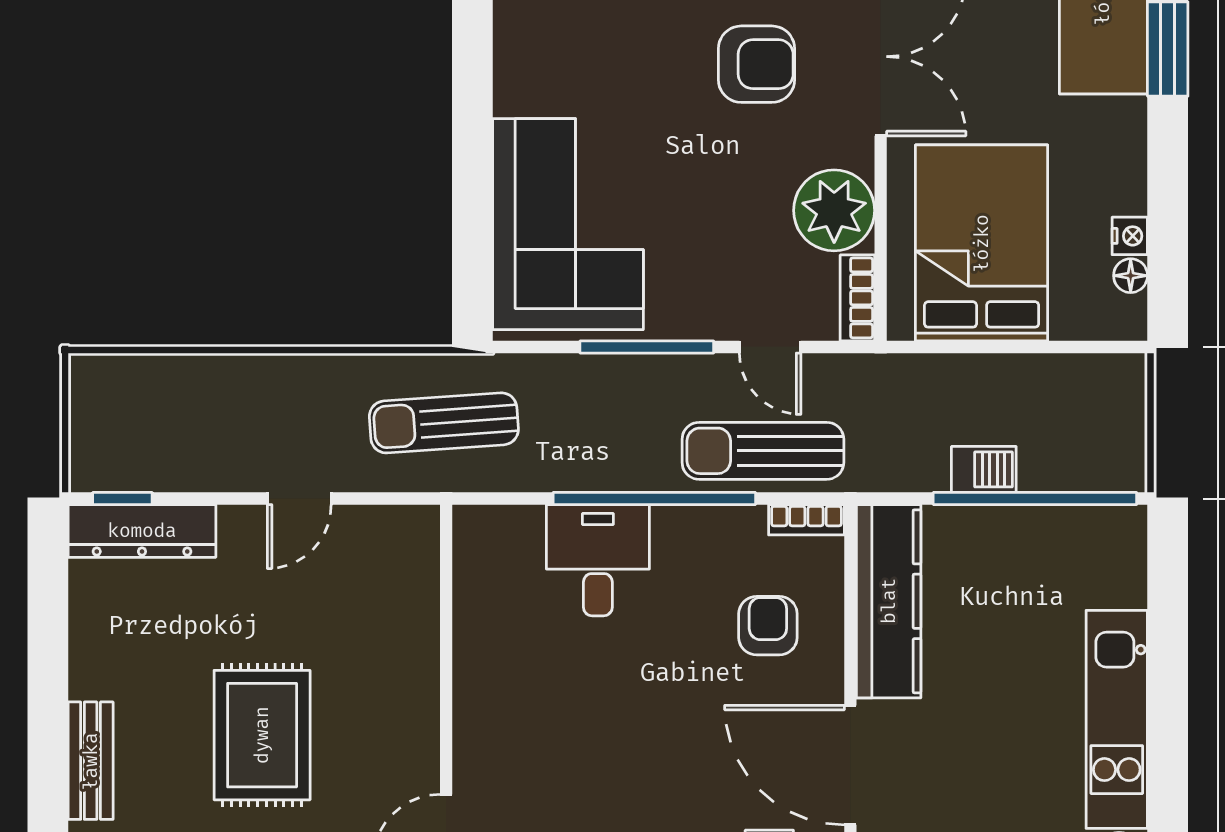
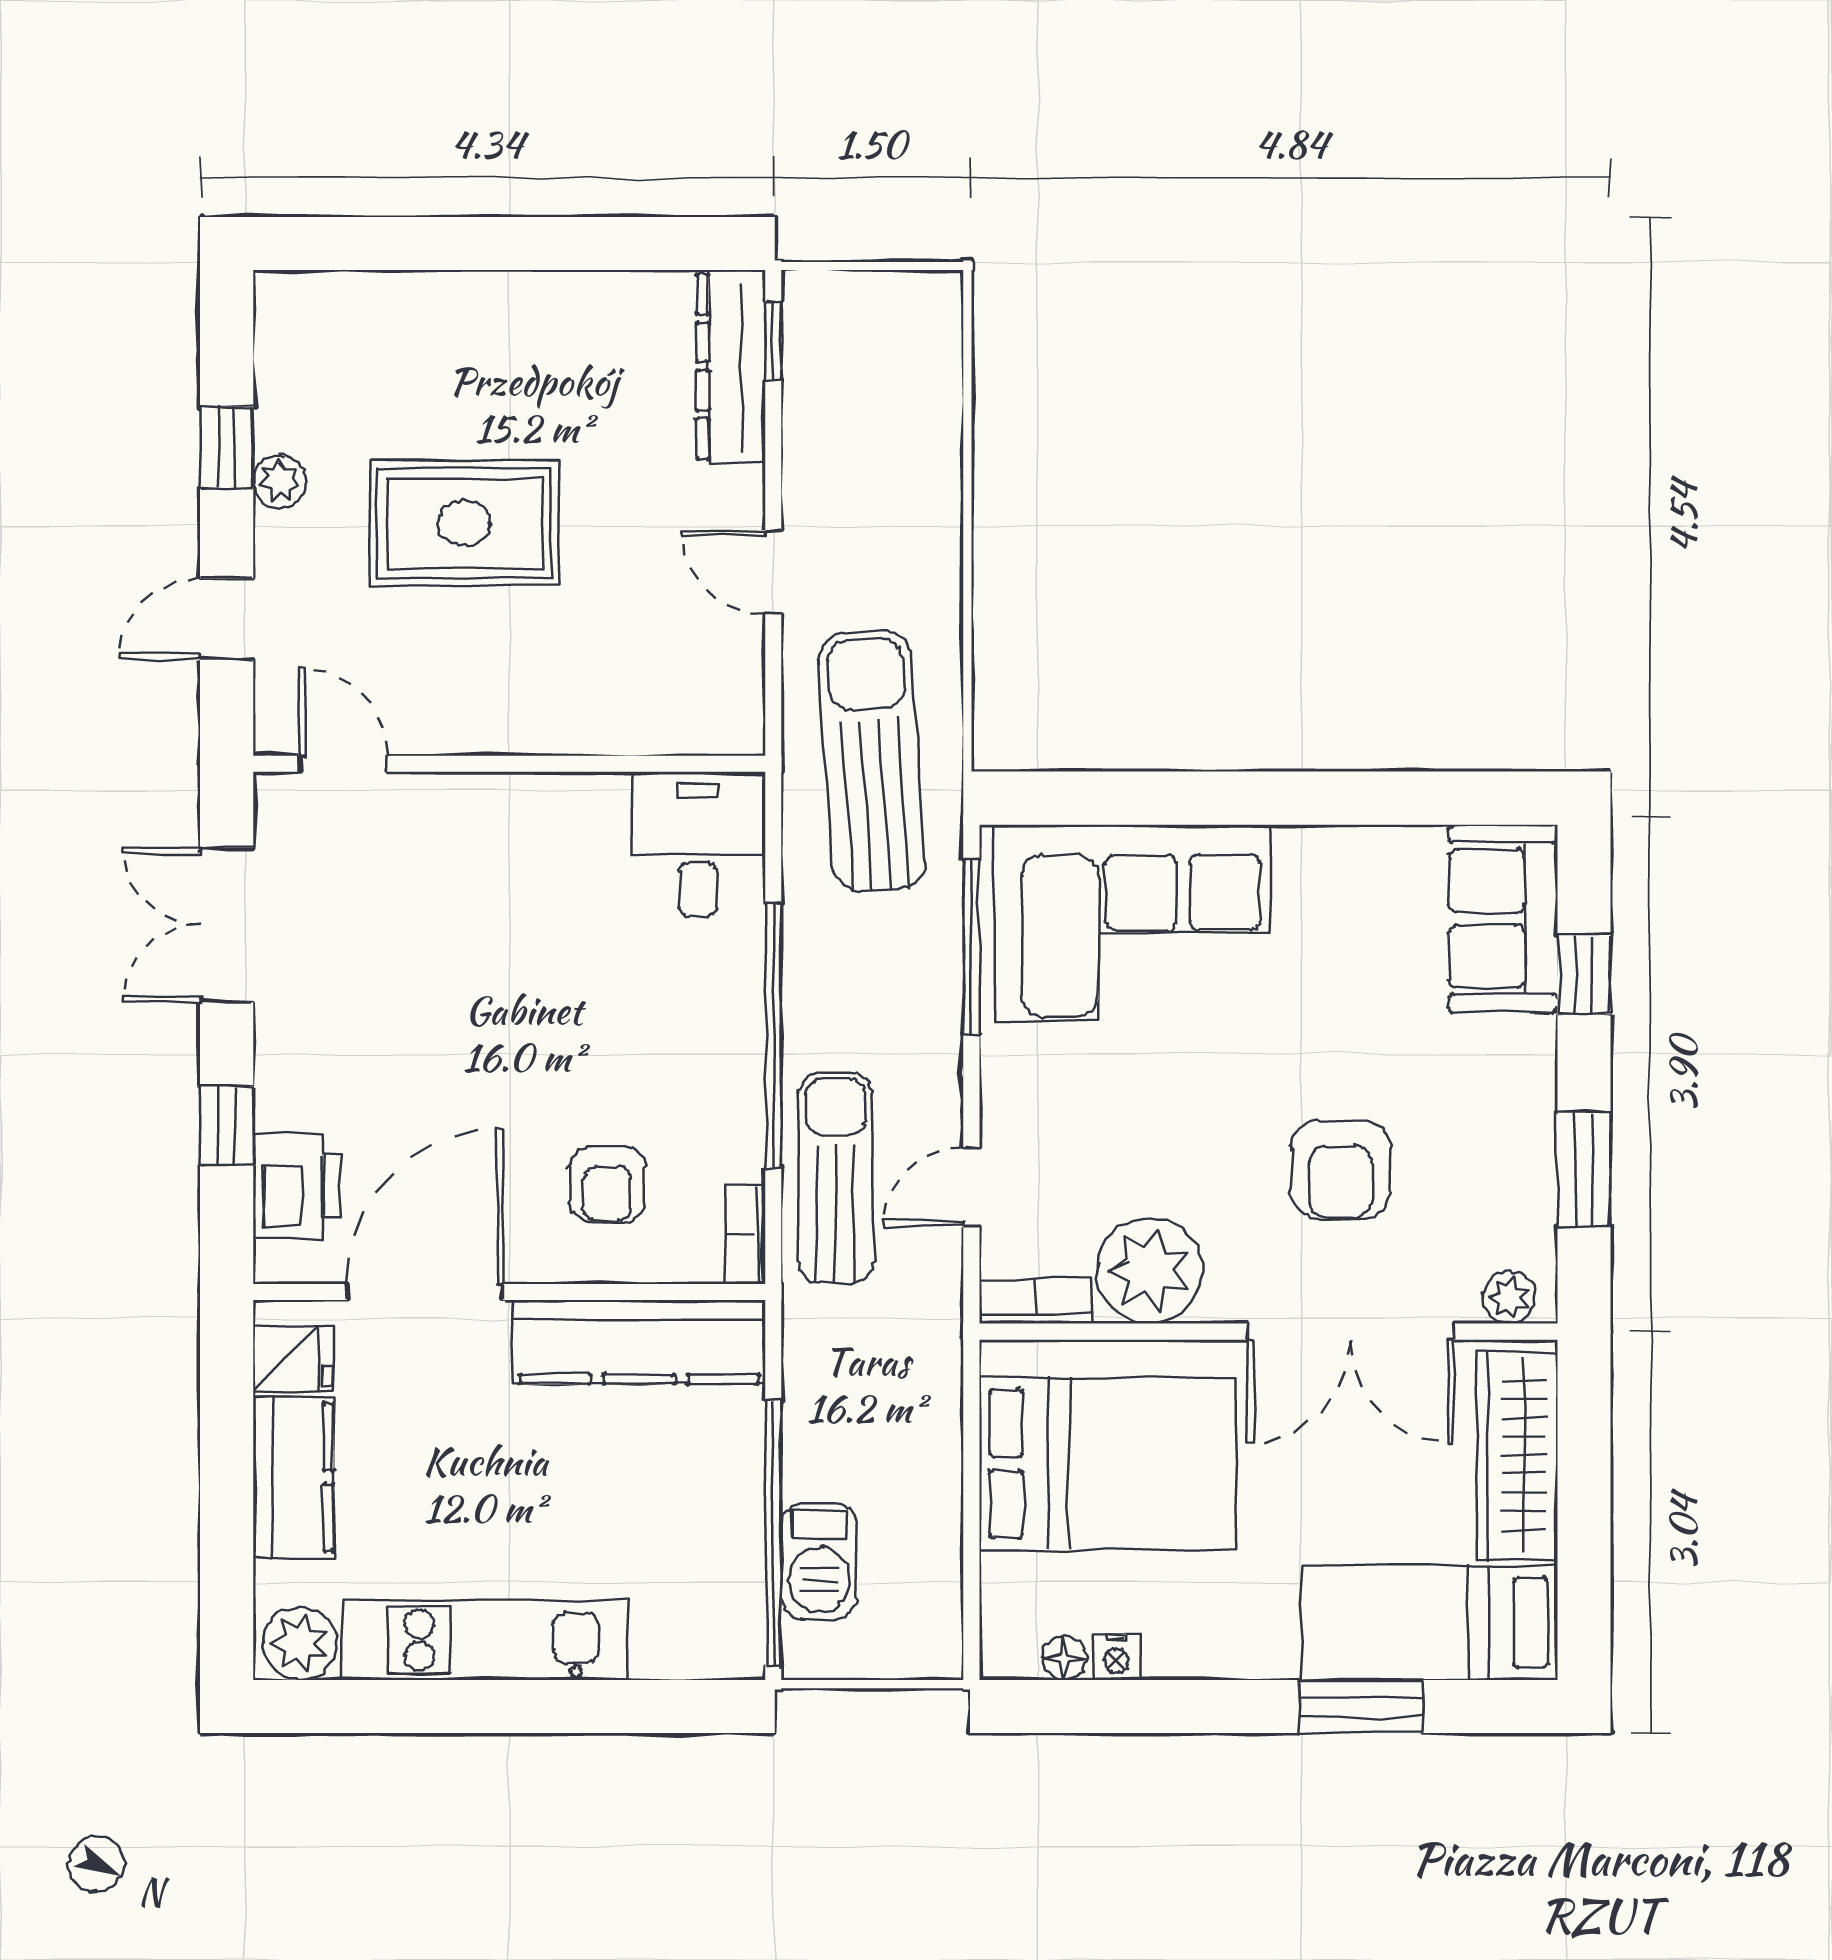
window: (647, 347) -> (971, 947), moved
sun lounger: (444, 423) -> (872, 761), width x1.36, depth x1.34
barbecue: (984, 469) -> (819, 1561), moved, width x1.38, depth x1.27
desk: (598, 560) -> (698, 844), moved, turned -90
armchair: (768, 626) -> (607, 1184), turned 90
bench: (91, 761) -> (431, 299), removed

